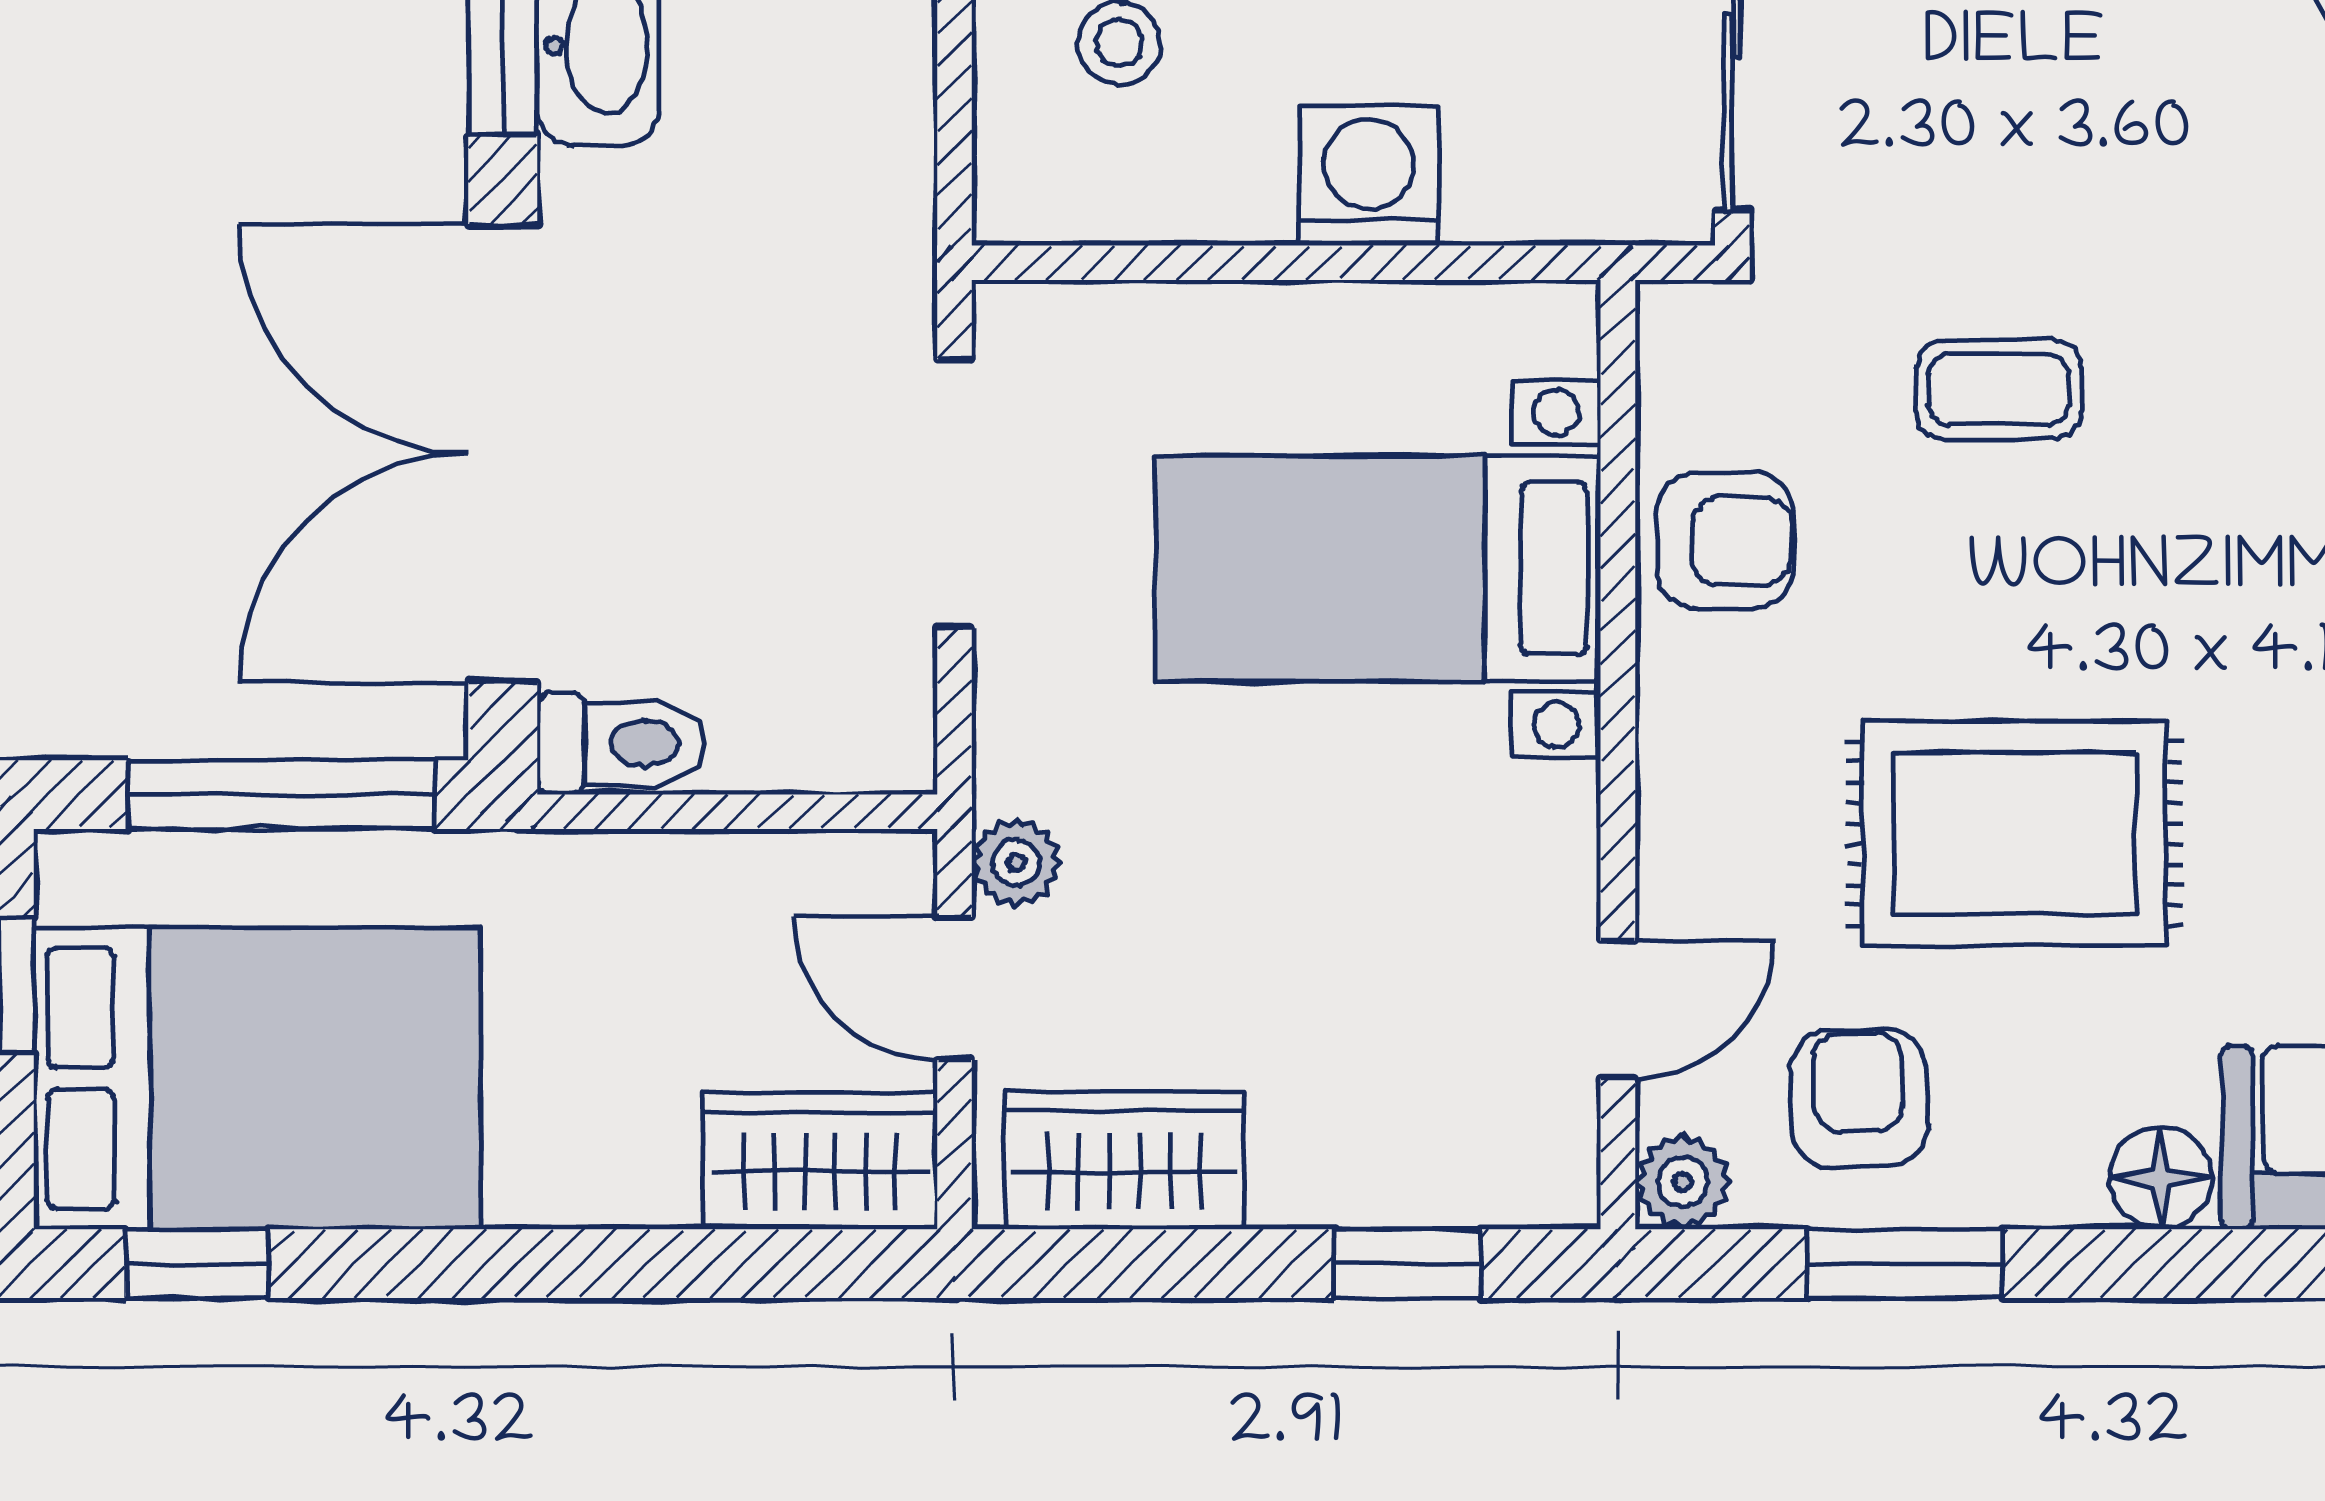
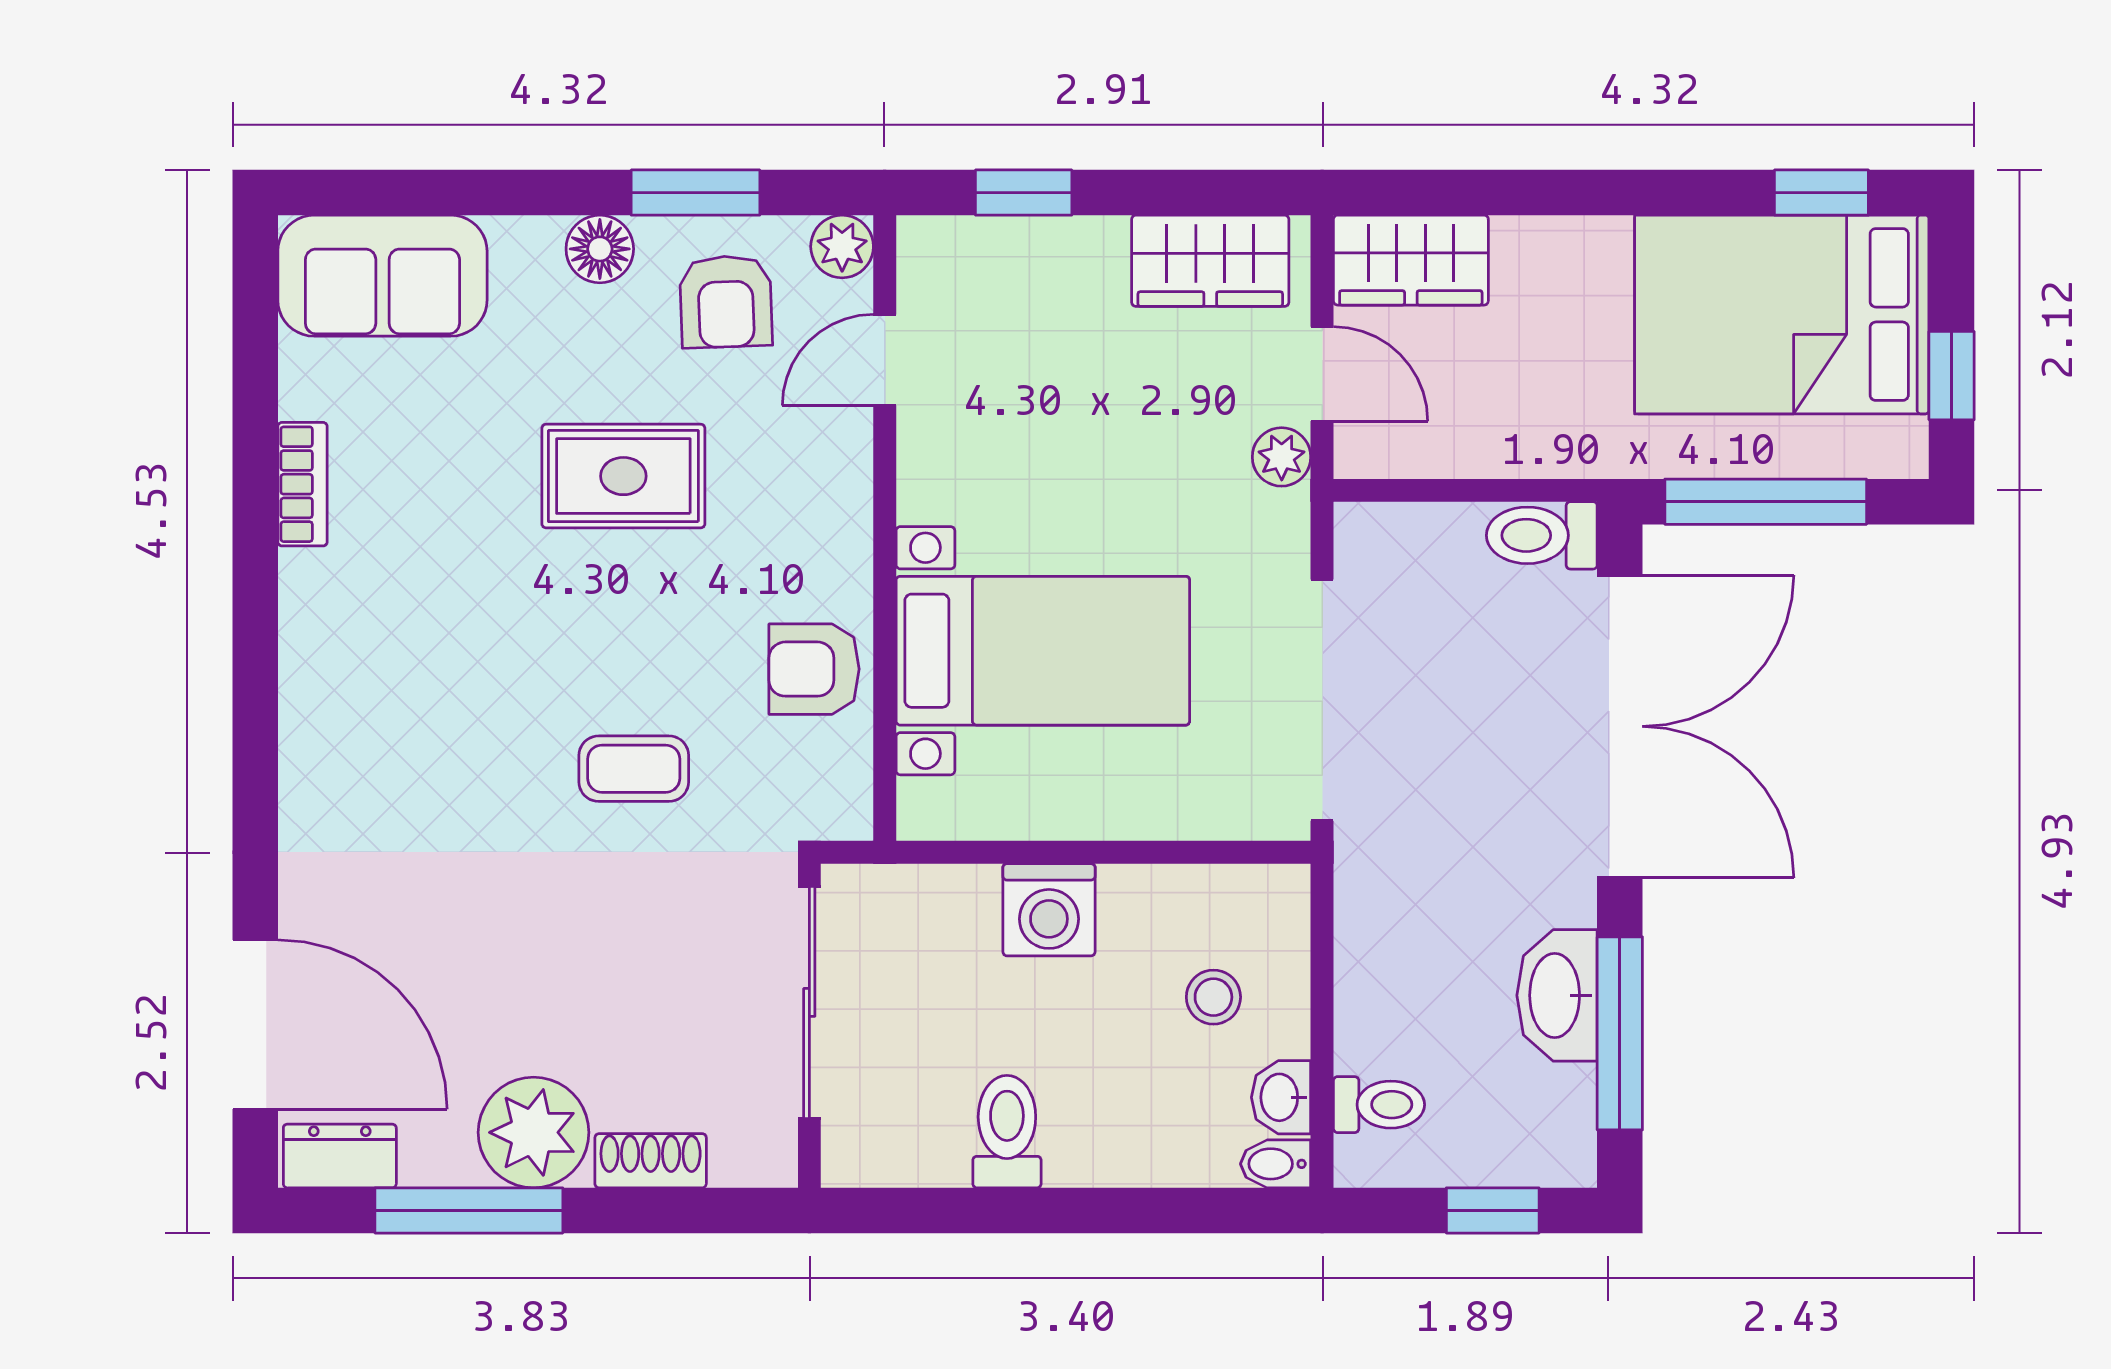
doorway: (955, 493) -> (1322, 700), width x1.36
rug: (2014, 833) -> (623, 476), width x0.73, depth x0.70
floor lamp: (2161, 1178) -> (600, 249), moved

